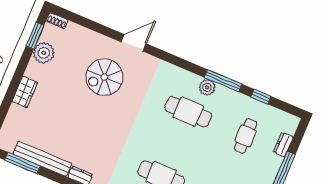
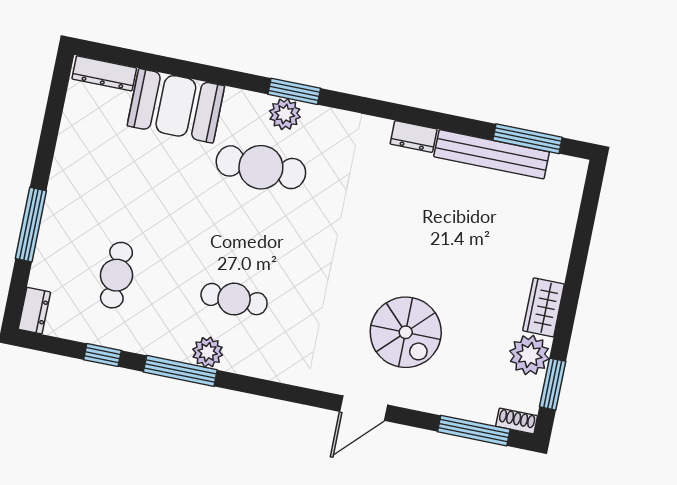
window: (80, 20) -> (474, 431), added
spiral stairs: (104, 77) -> (406, 332), turned 90
wardrobe: (25, 92) -> (544, 307), moved
cafe table: (188, 112) -> (234, 299), width x0.73, depth x0.74
dresser: (283, 145) -> (34, 311), moved

